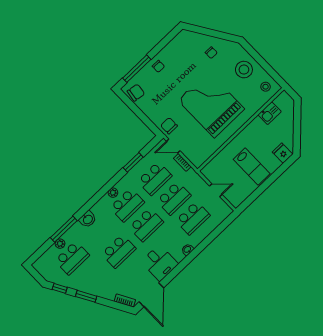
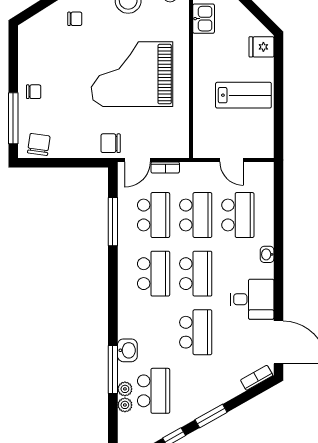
window: (133, 162) -> (113, 222), width x1.44
door: (216, 190) -> (232, 160), swing flipped
plant: (113, 193) -> (125, 405), moved
washbasin: (88, 219) -> (127, 350), moved

